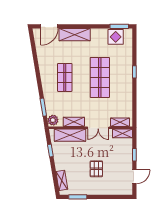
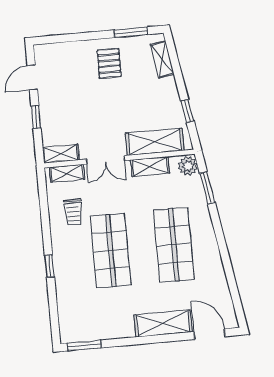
door: (49, 26) -> (210, 334), hinge flipped
display table: (116, 37) -> (89, 326), removed
shop shelf: (65, 77) -> (174, 245), width x1.43, depth x1.36
trolley: (119, 100) -> (73, 212), added
double door: (98, 128) -> (105, 160), swing flipped
pallet: (96, 169) -> (109, 63), moved

